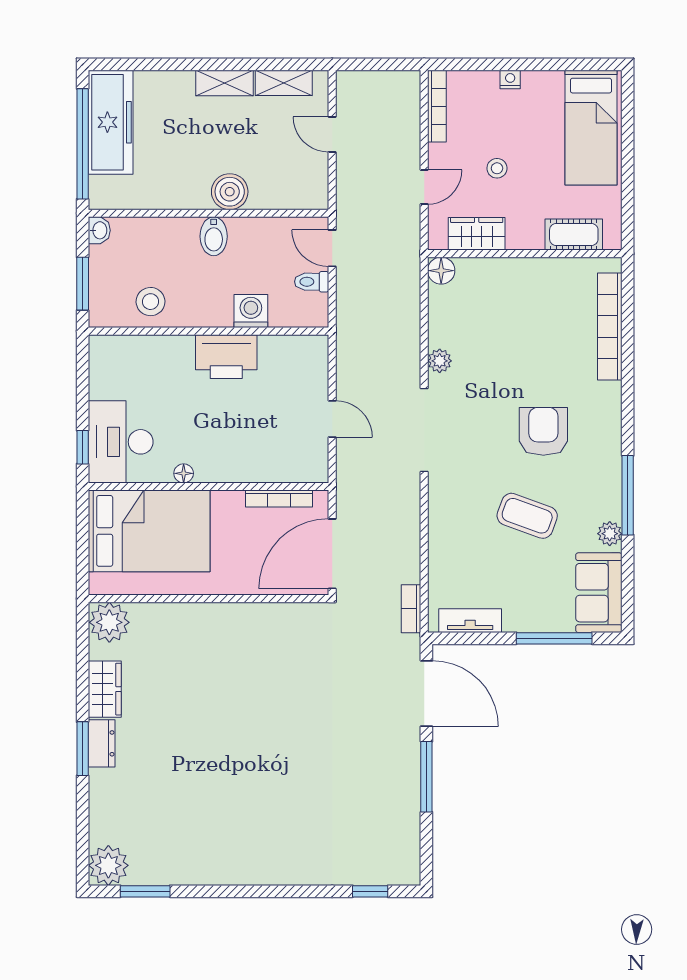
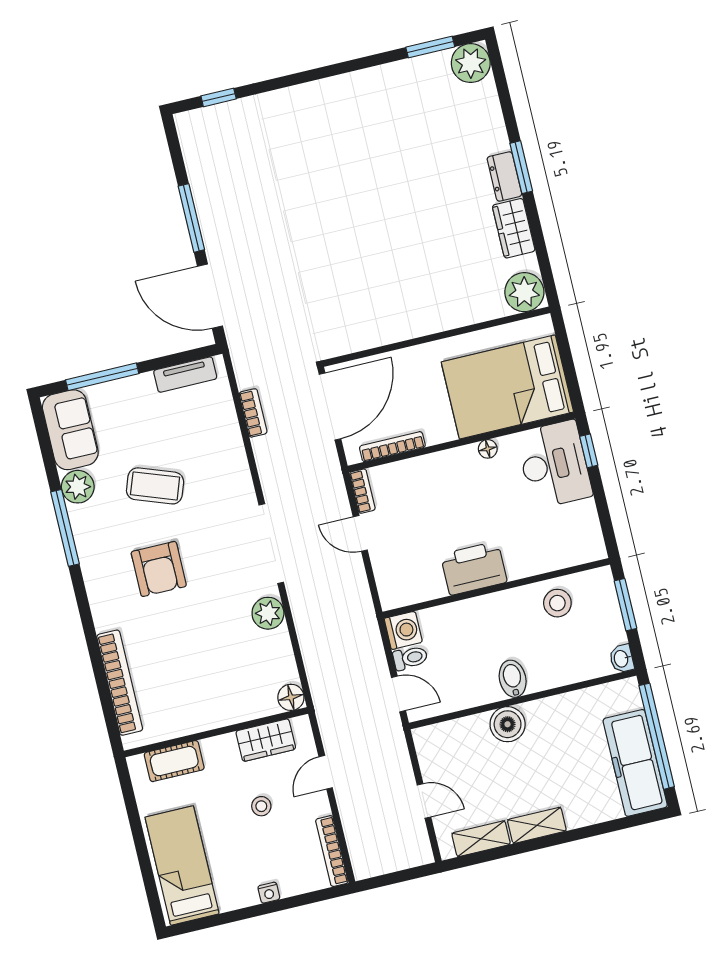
washing machine: (251, 311) -> (403, 630), moved, turned -90
plant: (440, 361) -> (268, 613), width x1.38, depth x1.38
bookcase: (320, 461) -> (362, 491), added
plant: (610, 534) -> (78, 487), width x1.38, depth x1.38
bookcase: (411, 609) -> (253, 413), moved

